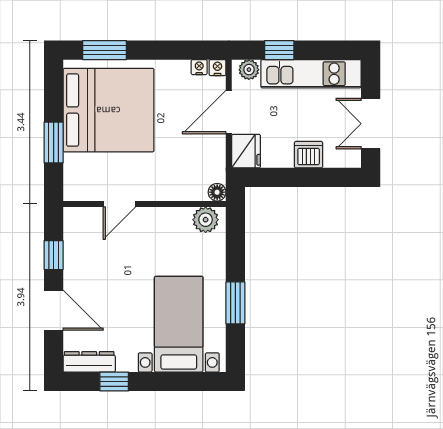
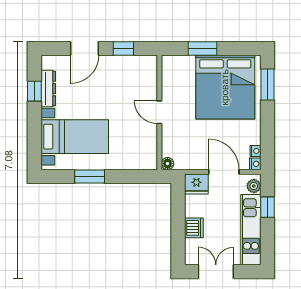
door: (119, 204) -> (159, 112), moved
plant: (206, 220) -> (148, 155), removed
dresser: (89, 362) -> (48, 88), moved

